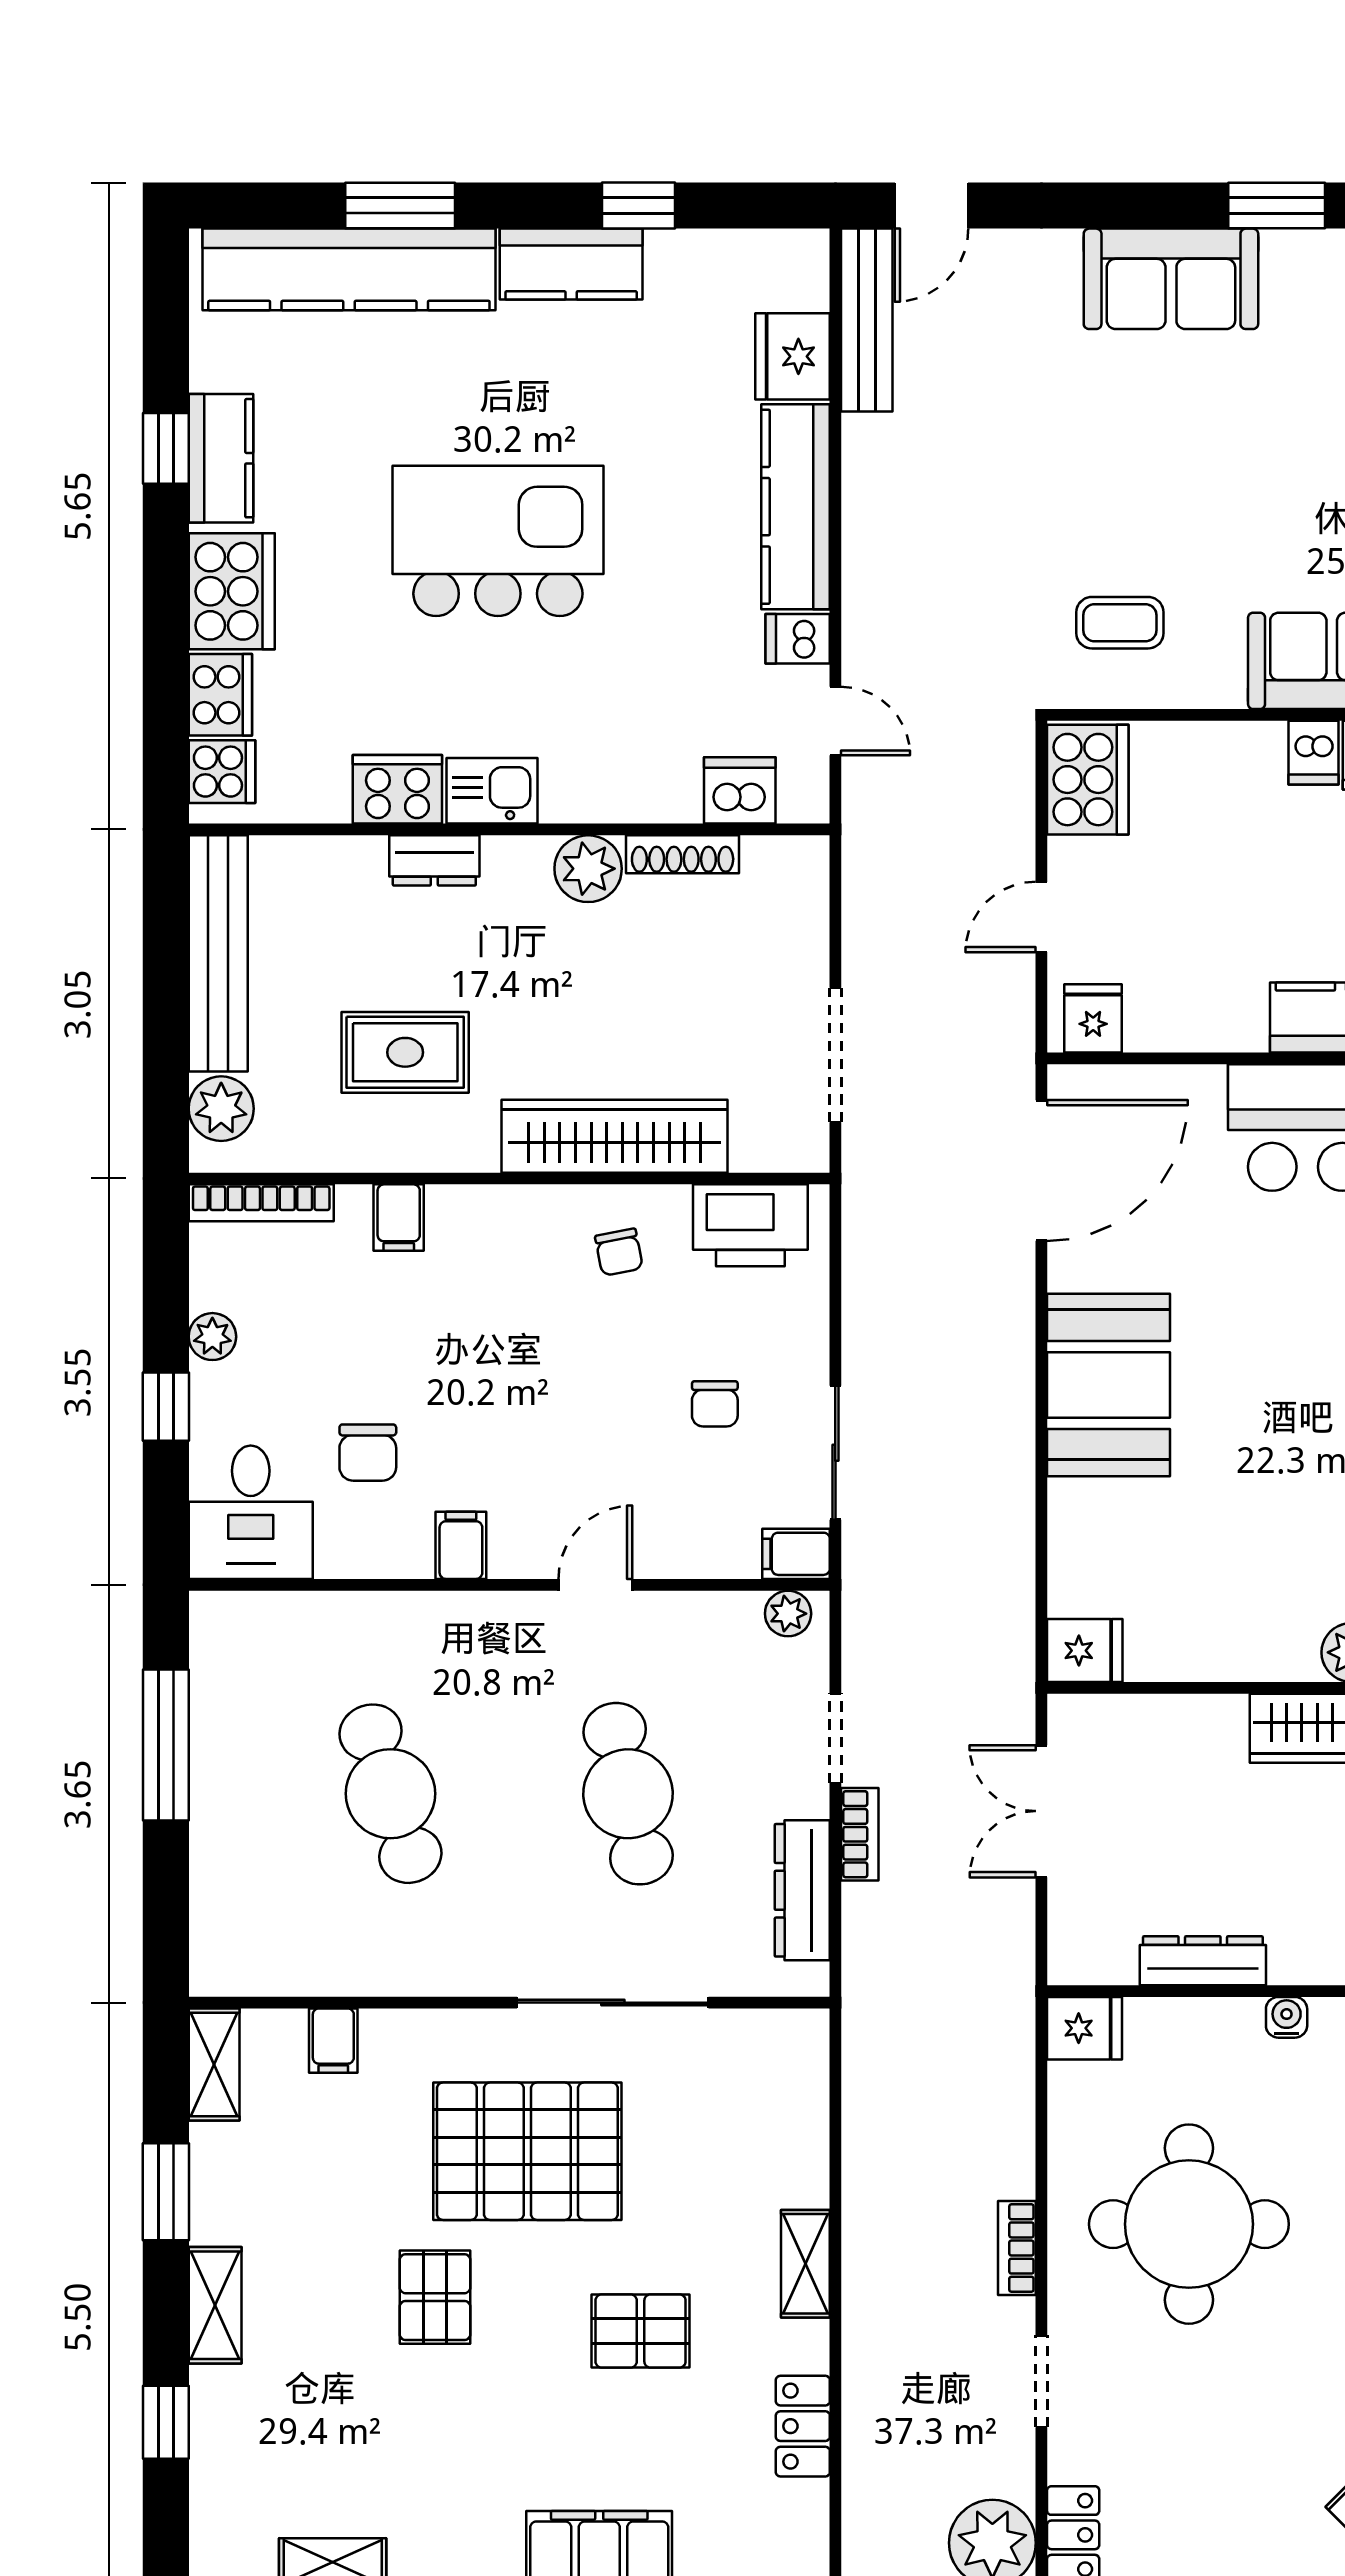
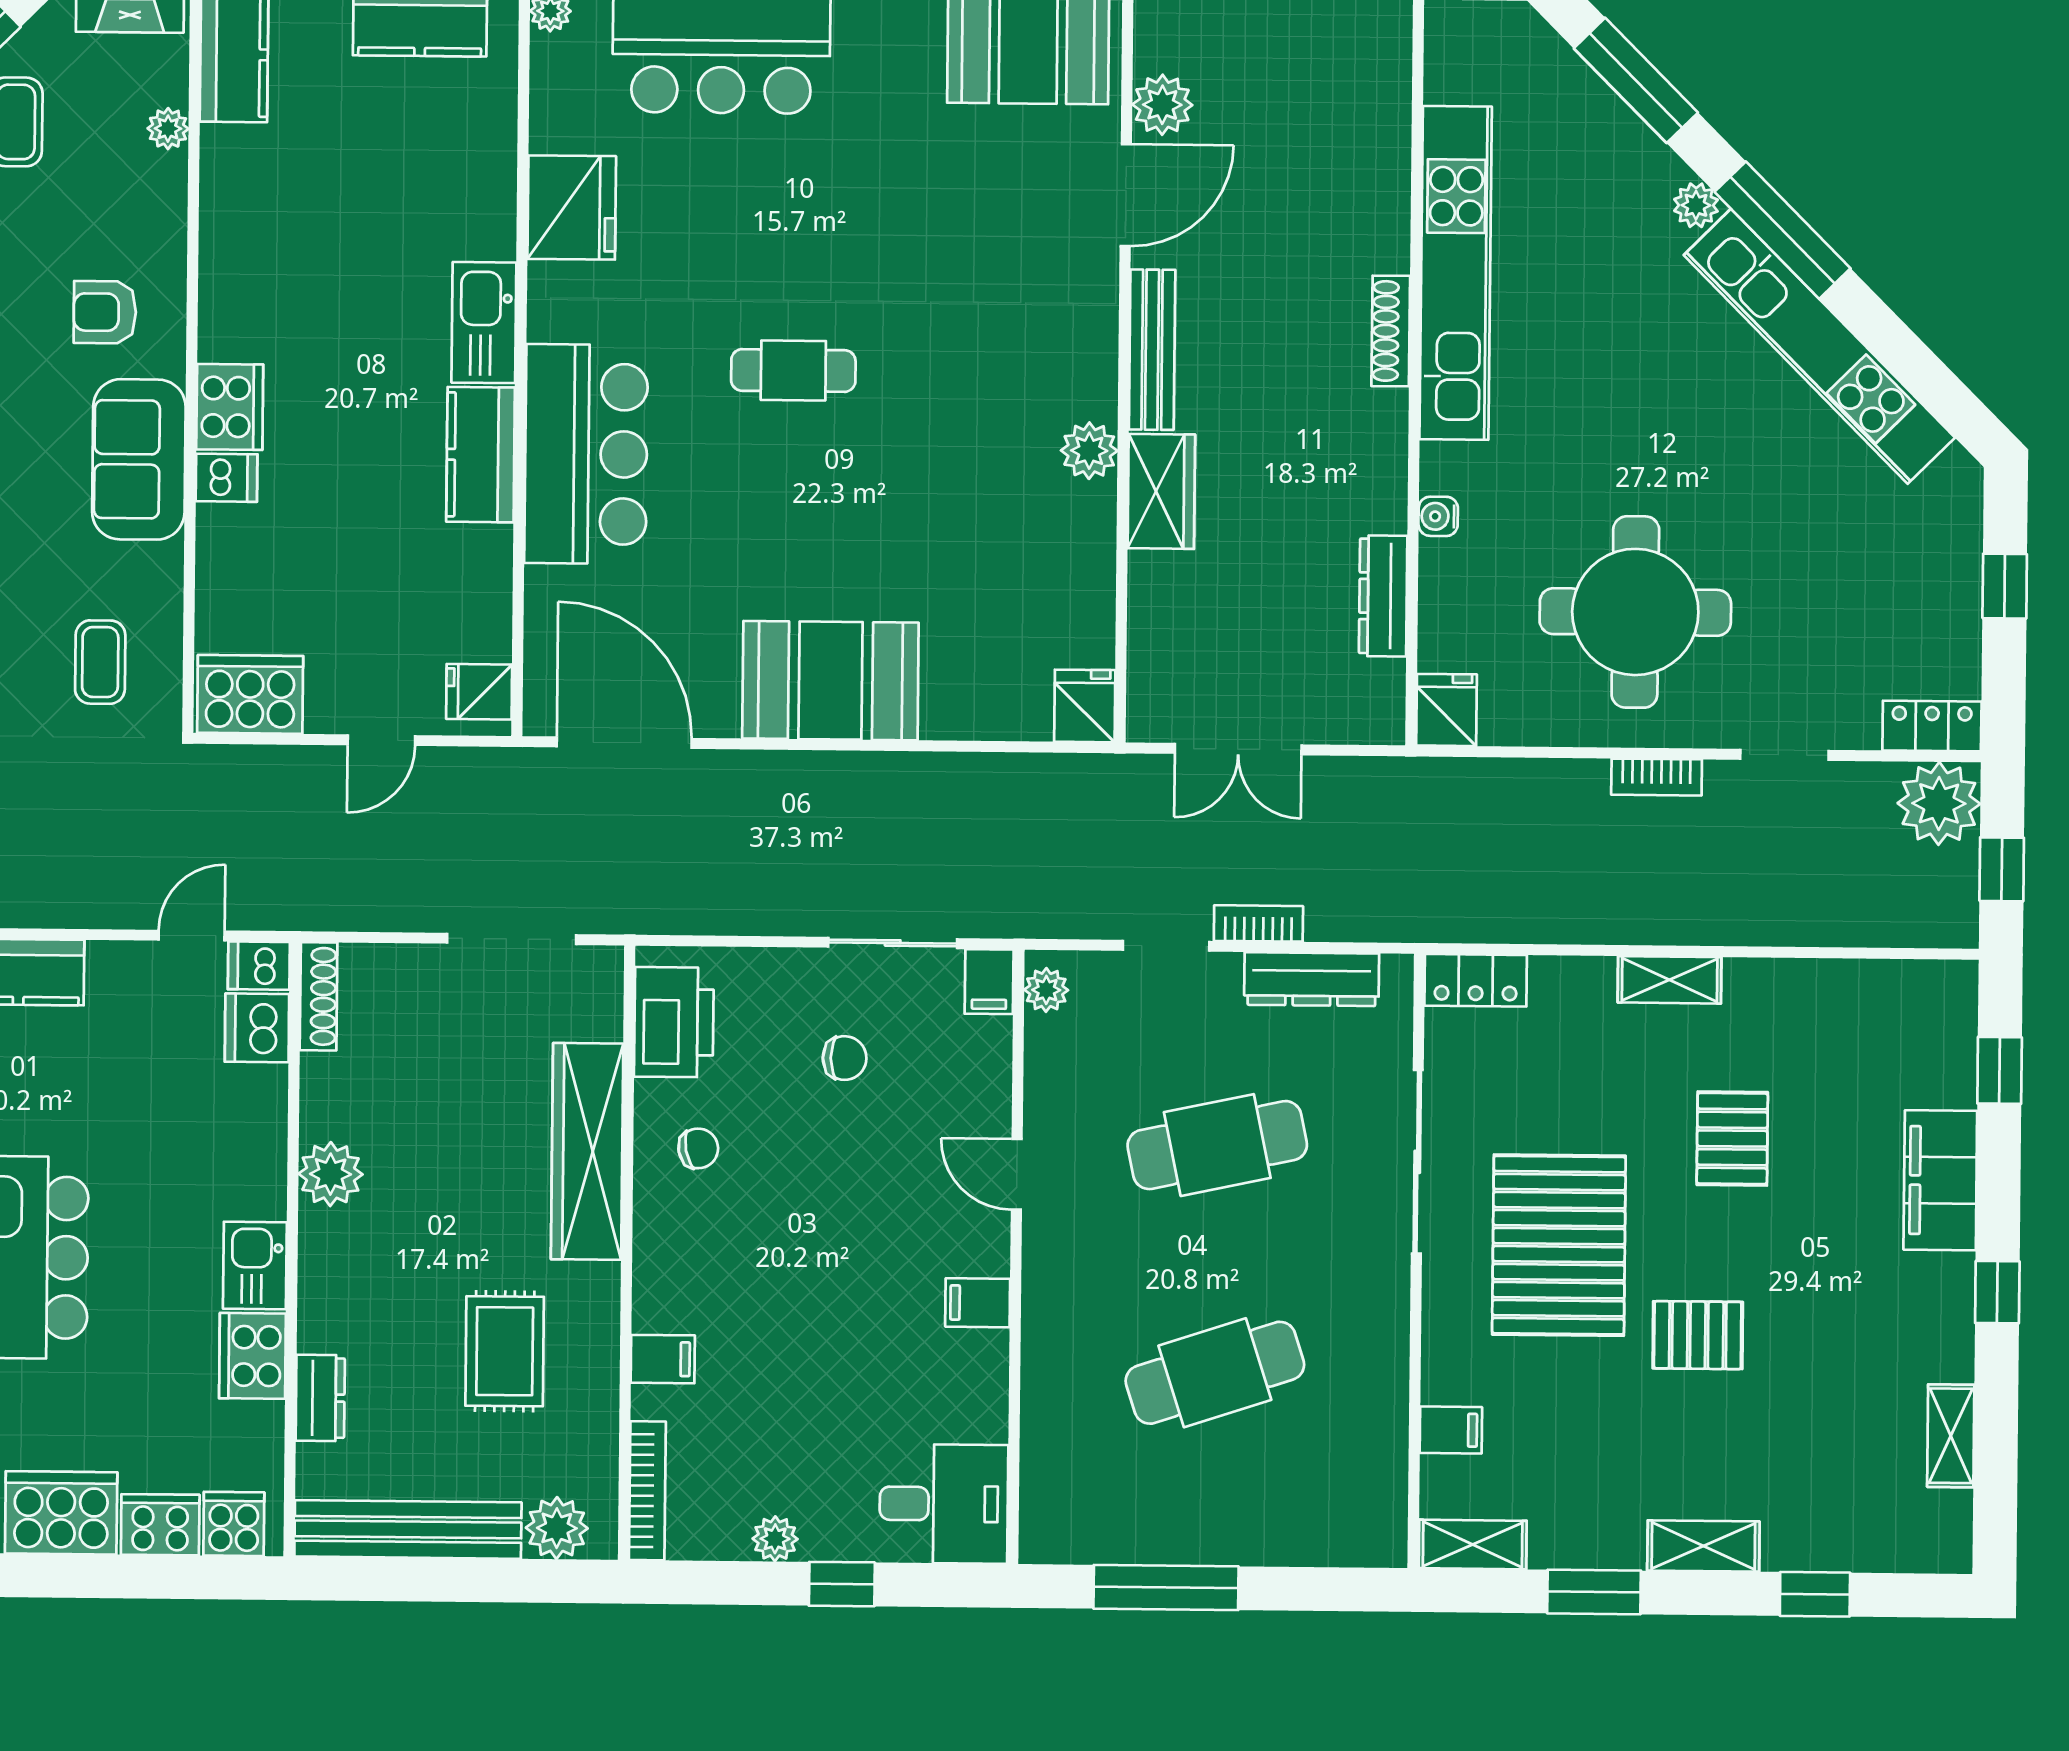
dishwasher: (798, 639) -> (259, 966), moved, turned 90
shoe rack: (683, 854) -> (319, 996), moved
dresser: (434, 860) -> (320, 1398), moved
door: (1041, 917) -> (381, 740), hinge flipped
chair: (368, 1453) -> (888, 1391), removed
locker: (803, 2426) -> (1476, 980), moved

